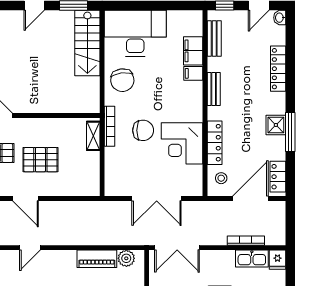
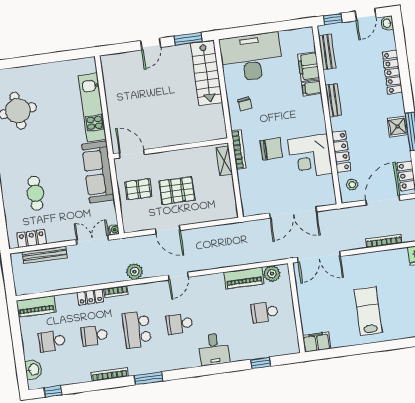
chair: (122, 80) -> (245, 104), width x0.54, depth x0.54
kitchen sink: (252, 258) -> (392, 257), removed

